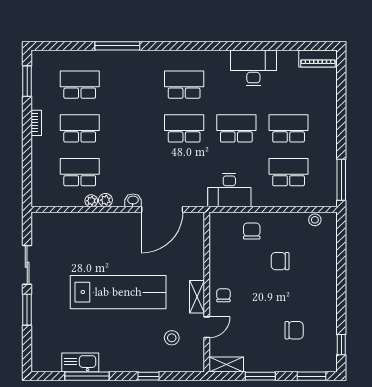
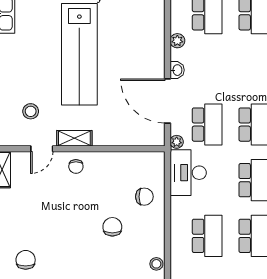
school desk: (184, 172) -> (207, 125), added
plant: (91, 201) -> (177, 142), moved
chair: (223, 295) -> (76, 166), turned 90
door: (207, 327) -> (42, 149), hinge flipped
chair: (294, 330) -> (26, 260), moved, turned 180

